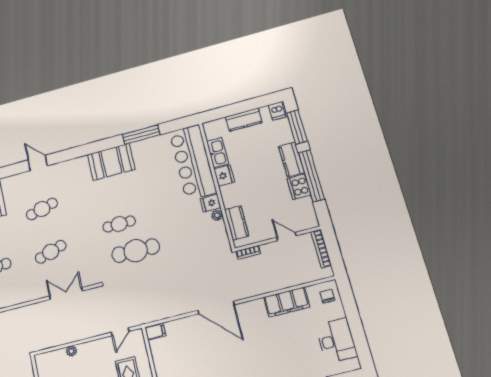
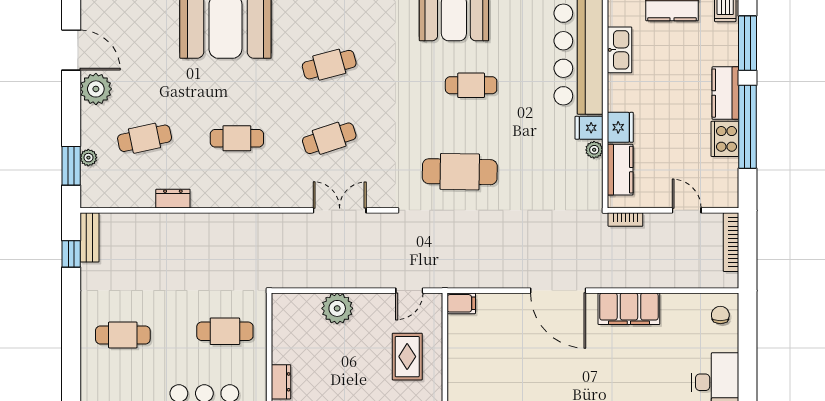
fridge: (224, 176) -> (620, 127), moved
cafe table: (119, 224) -> (471, 85), moved
filing cabinet: (287, 302) -> (629, 309), moved
plant: (71, 351) -> (337, 308), width x1.88, depth x1.88

